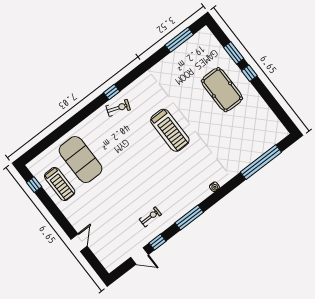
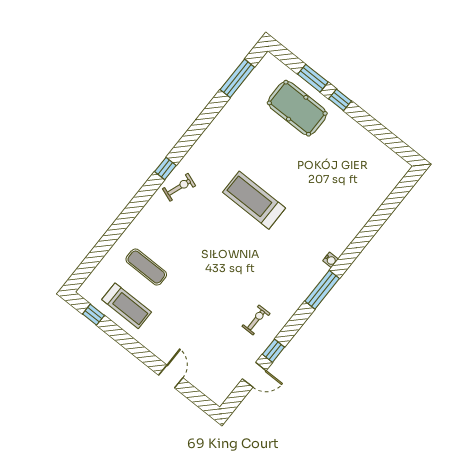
pool table: (222, 90) -> (297, 108), moved
treadmill: (170, 130) -> (254, 200), turned 180
exercise mat: (81, 160) -> (146, 267), width x0.50, depth x0.69
window: (261, 162) -> (384, 213), removed
window: (189, 218) -> (322, 290), moved

